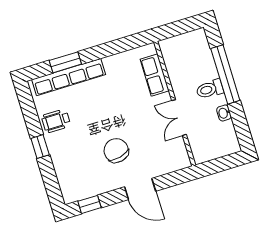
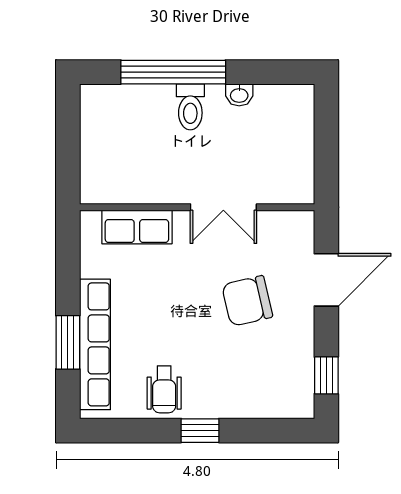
row of seats: (155, 75) -> (137, 227), moved
wall: (175, 104) -> (197, 207), moved
double door: (179, 118) -> (223, 207), moved

